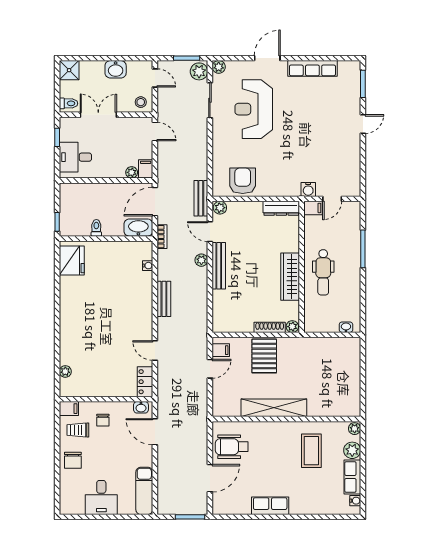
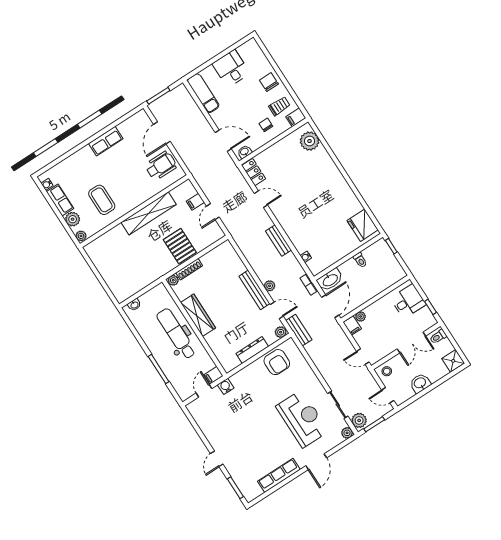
dresser: (281, 208) -> (252, 350), moved
dental chair: (323, 272) -> (176, 334), width x1.36, depth x1.38
filing cabinet: (221, 350) -> (195, 202), moved
plant: (65, 371) -> (310, 141), width x1.88, depth x1.88

